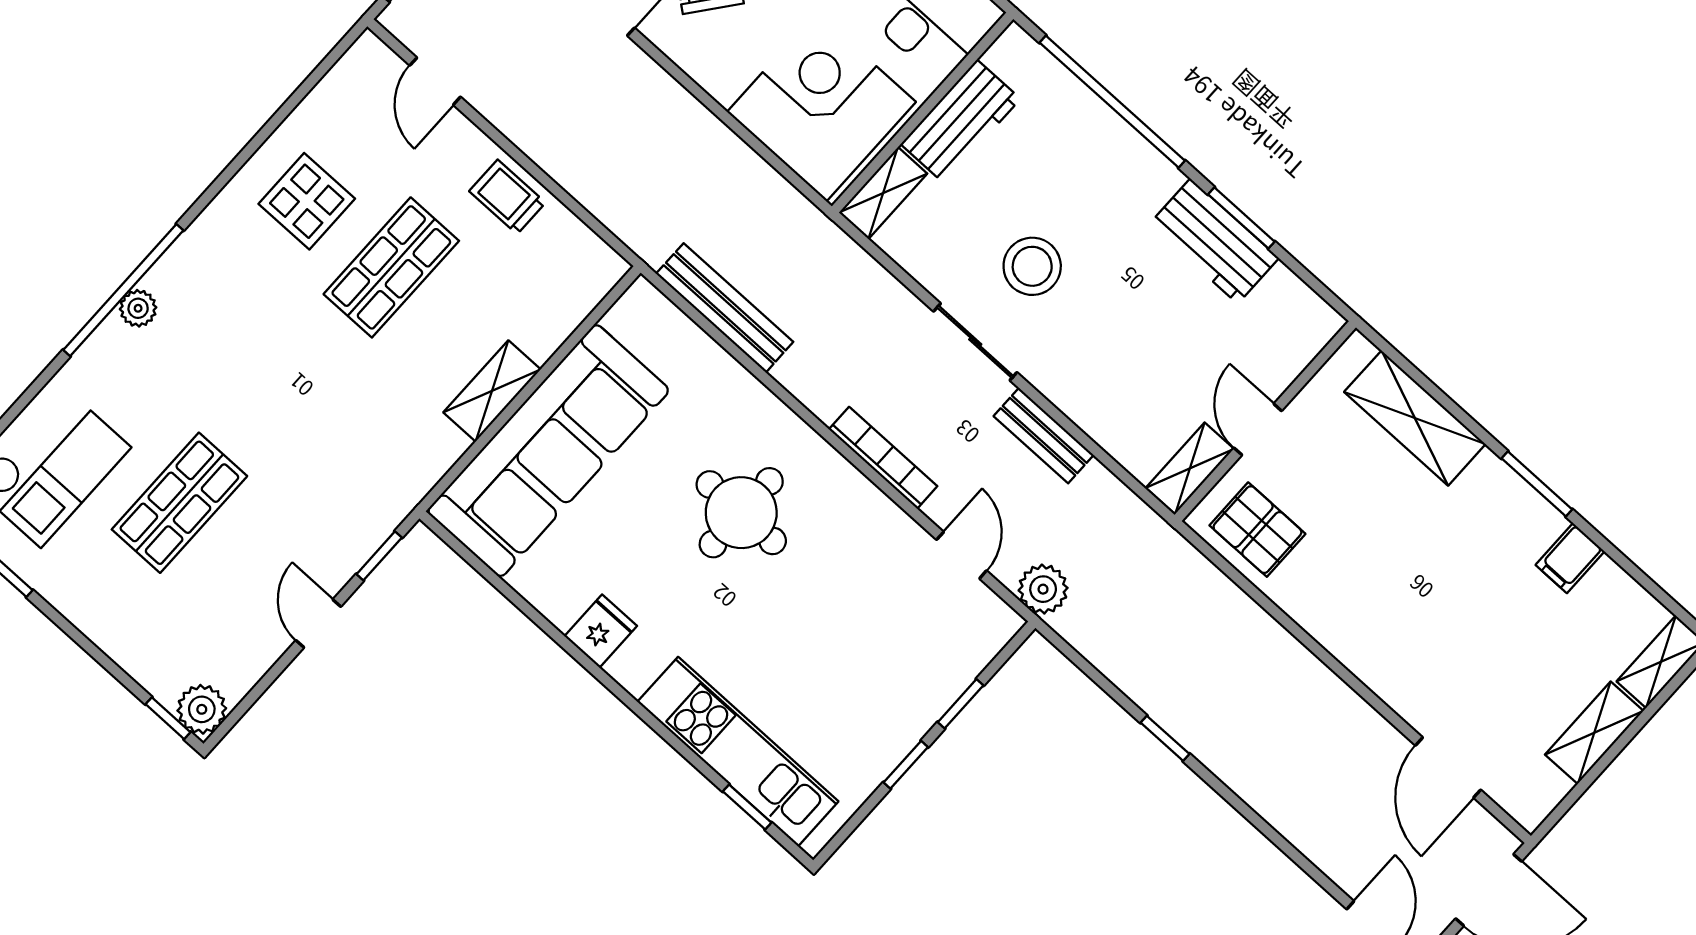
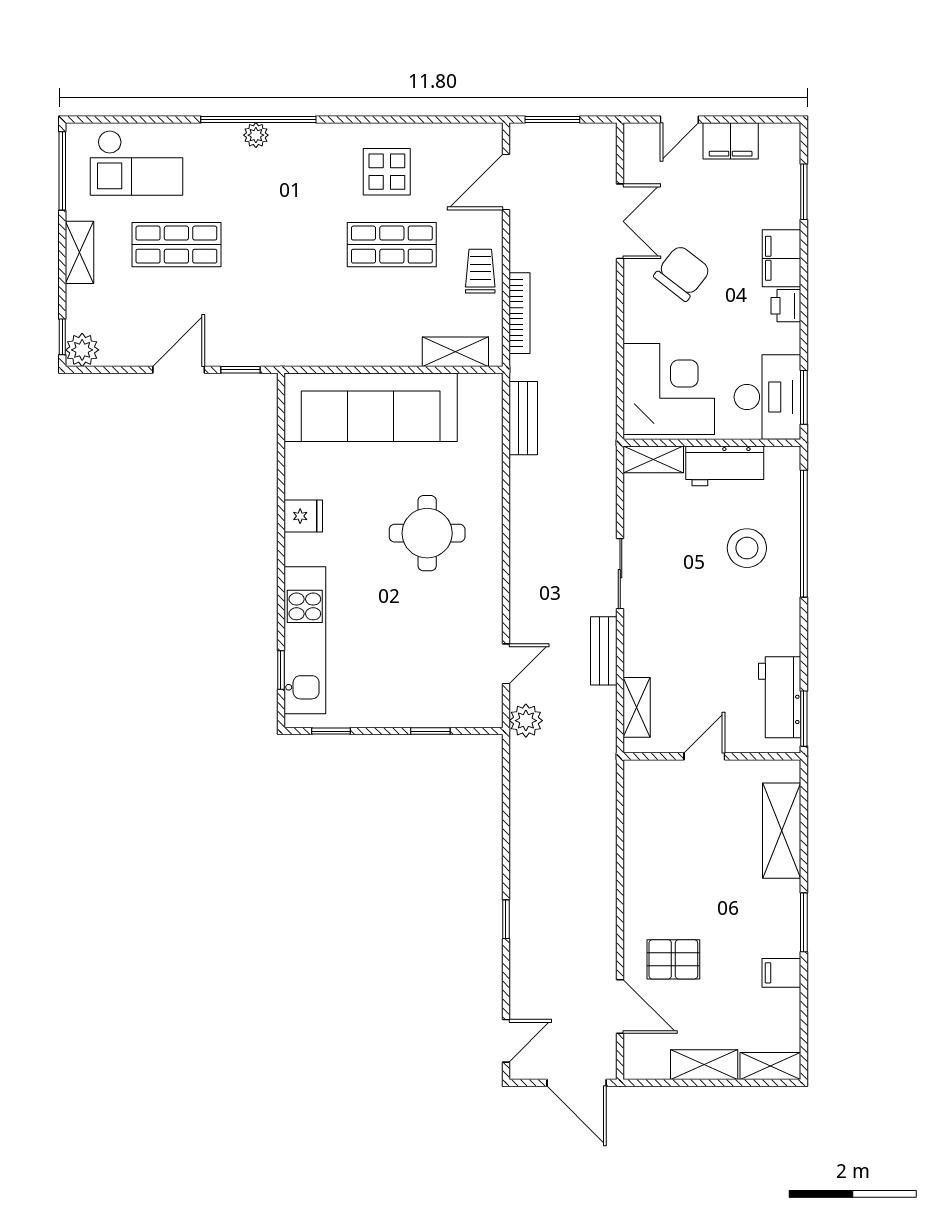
door: (435, 81) -> (506, 182), width x1.38
window: (1241, 218) -> (804, 719), moved
workbench: (1214, 241) -> (780, 697), moved
stool: (1032, 266) -> (747, 548), moved
bench: (725, 308) -> (523, 418), width x0.73
shelving: (492, 391) -> (455, 352), moved
bookcase: (883, 458) -> (519, 313), moved
shelving: (1190, 468) -> (637, 707), moved, turned 90
pallet: (1257, 530) -> (673, 959), moved, turned 90
shelving: (93, 616) -> (80, 252), added
door: (318, 623) -> (179, 370), width x1.38
window: (1165, 738) -> (506, 919), moved
window: (906, 765) -> (331, 731), moved
door: (1448, 768) -> (620, 1007), swing flipped

